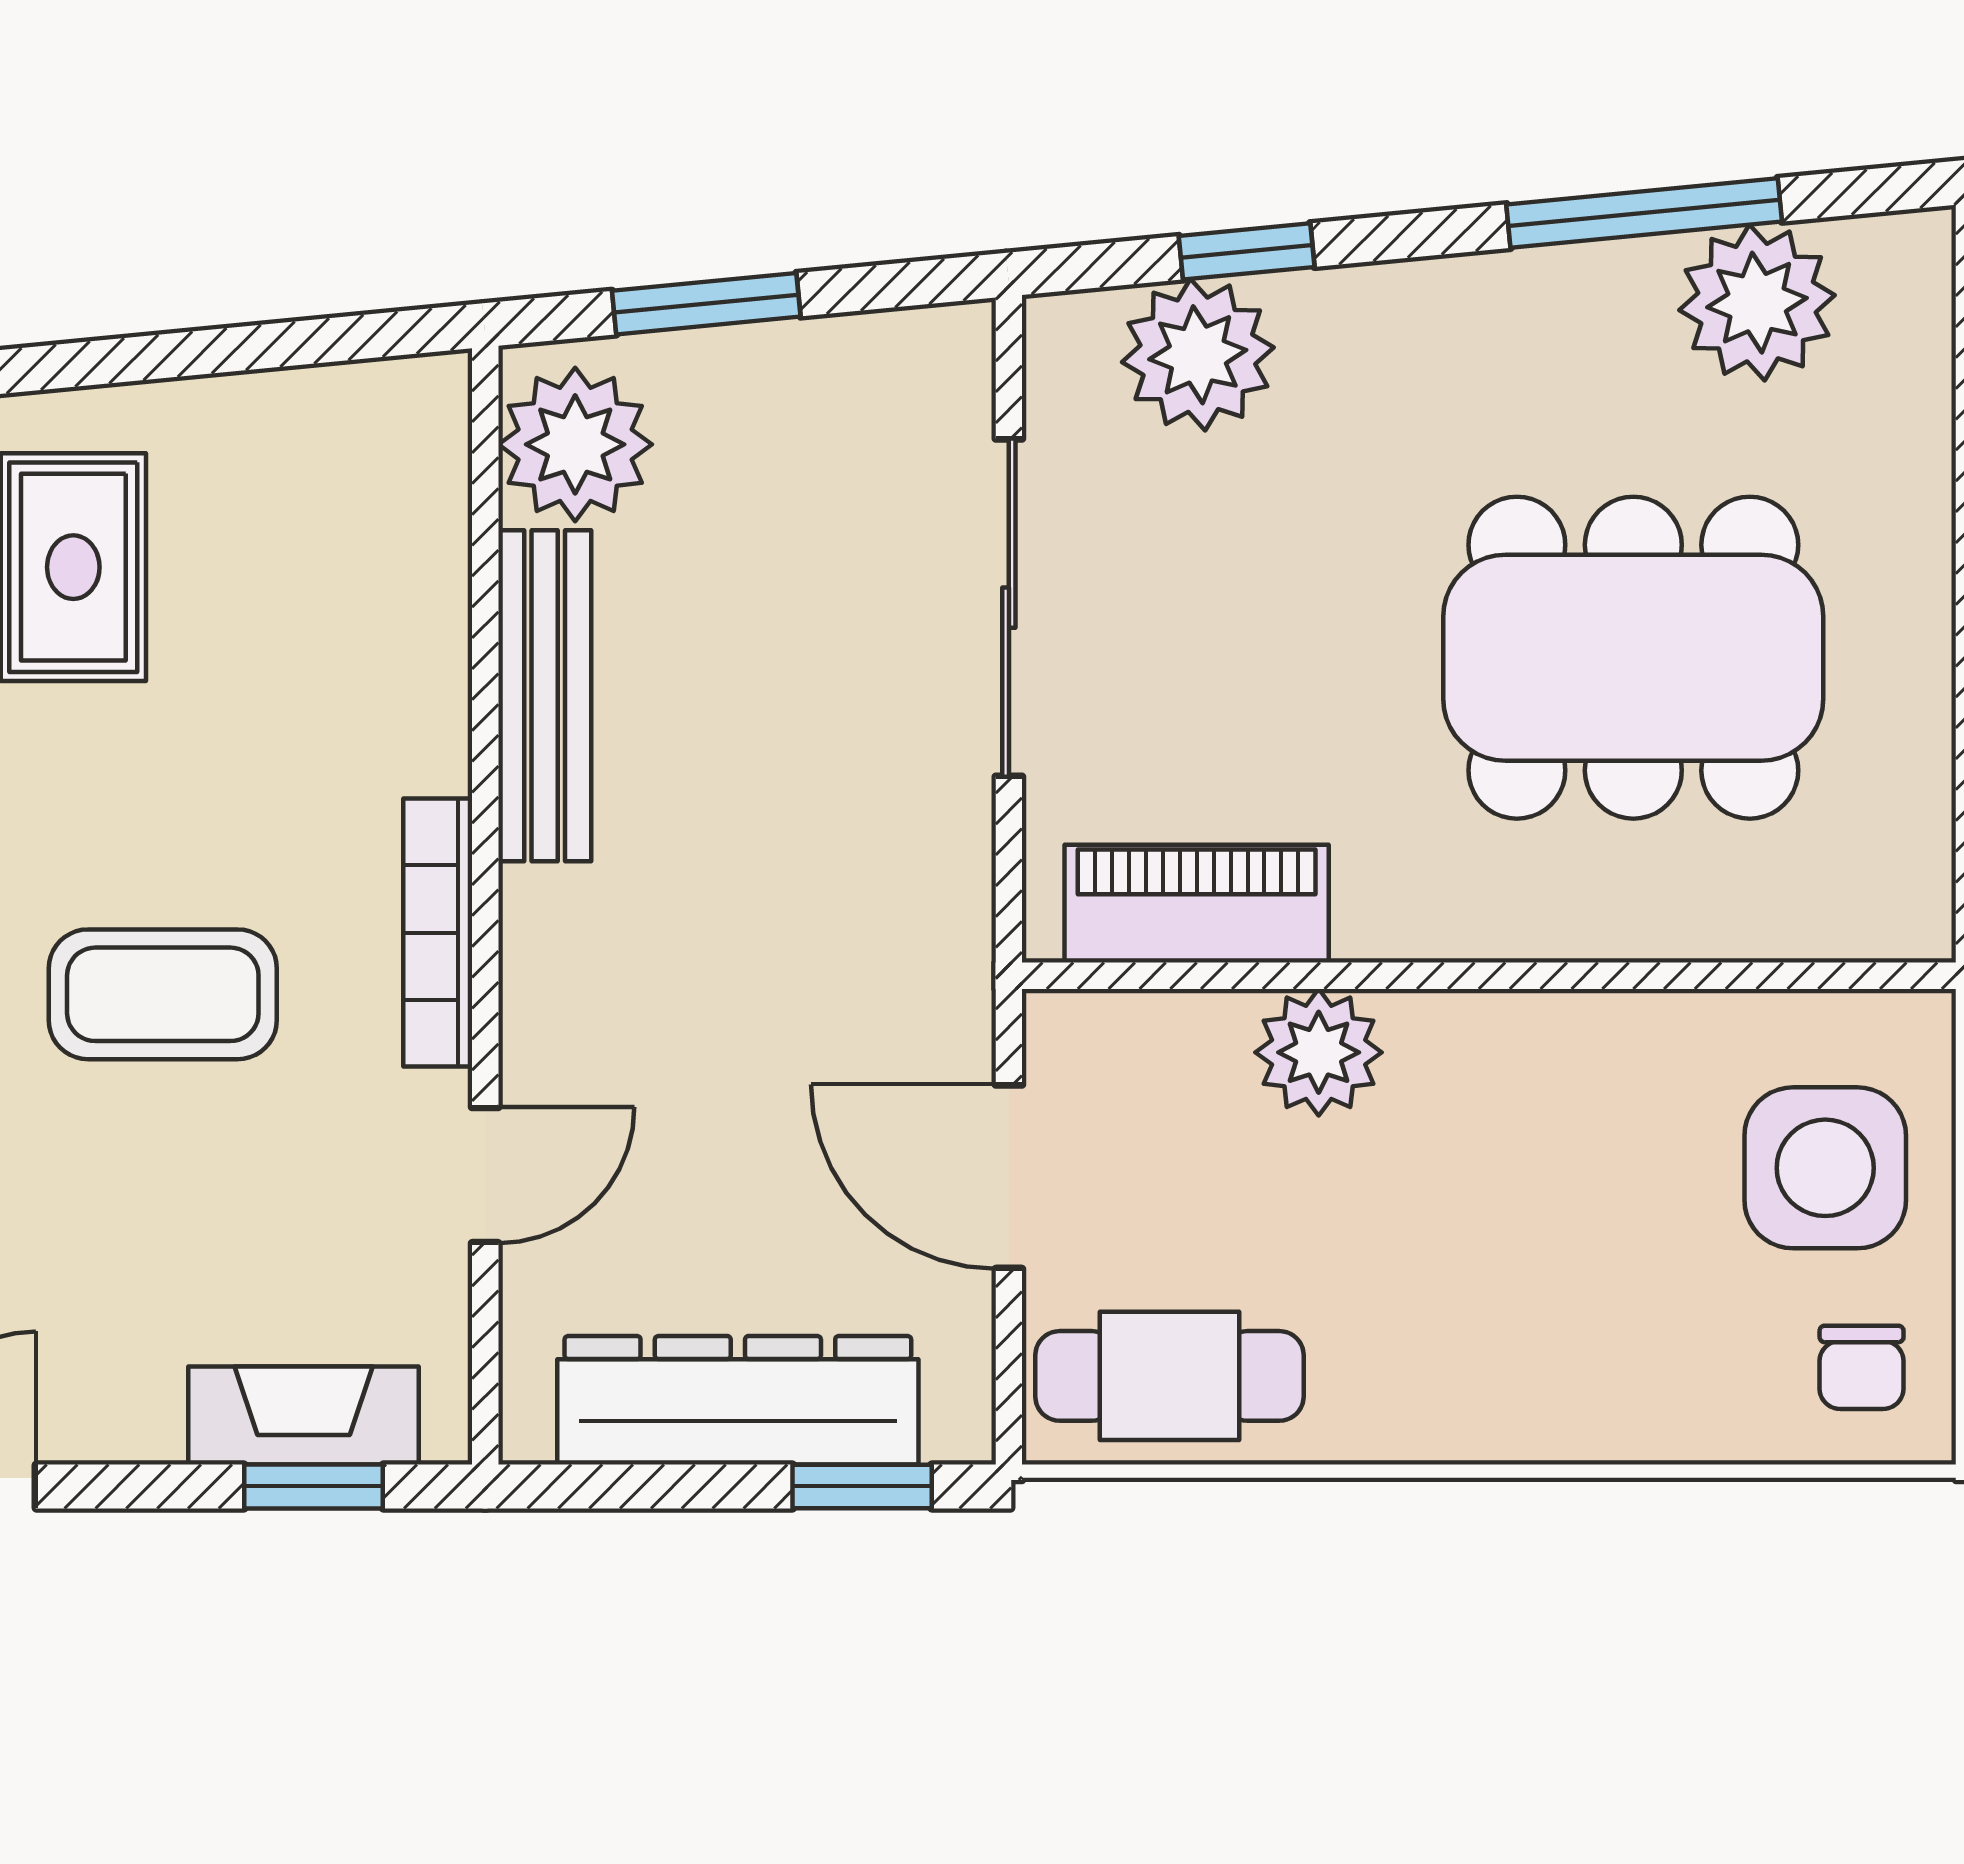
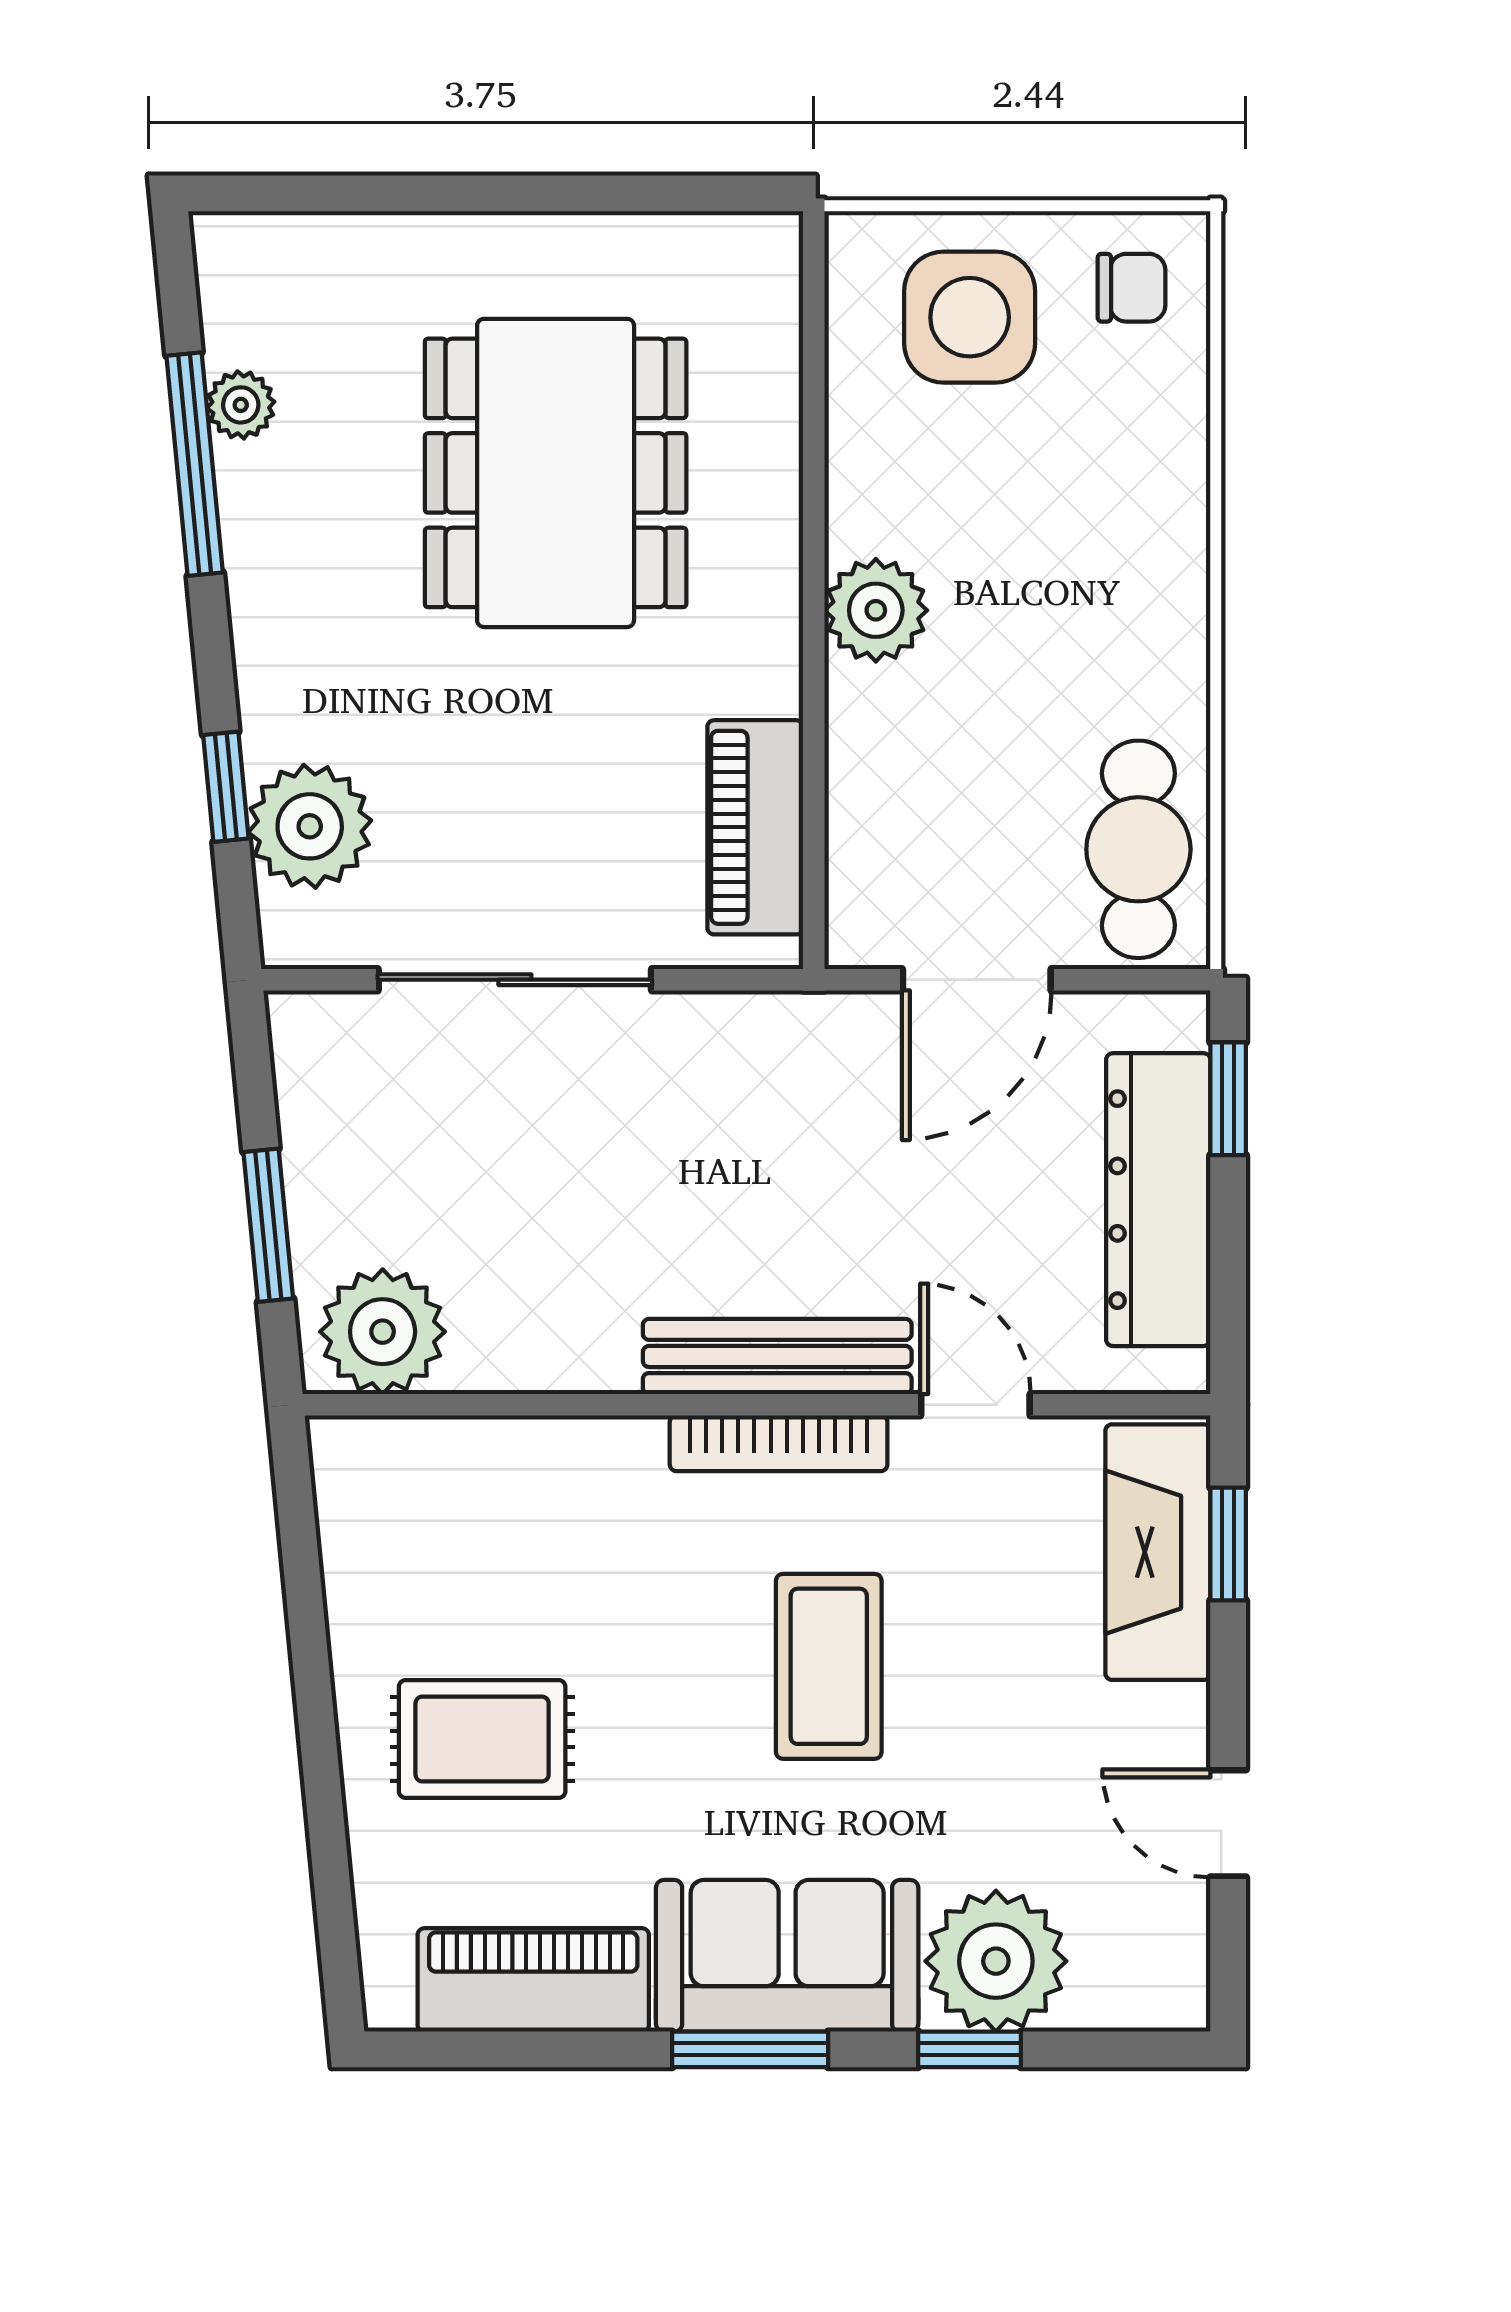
plant: (1757, 303) -> (241, 405), width x0.53, depth x0.53
bench: (545, 696) -> (777, 1356), moved
plant: (1319, 1052) -> (876, 610), moved
fireplace: (304, 1415) -> (1158, 1552), width x1.37, depth x1.32

